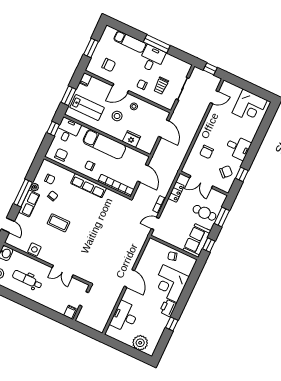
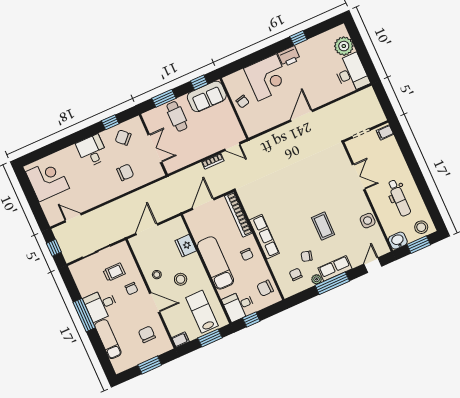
locker: (176, 192) -> (187, 159), removed
desk: (125, 316) -> (351, 73), moved, turned -90

